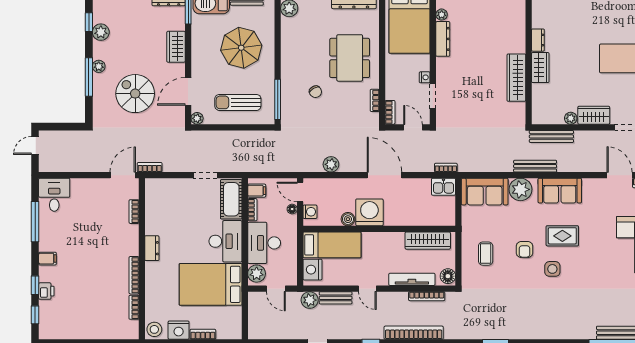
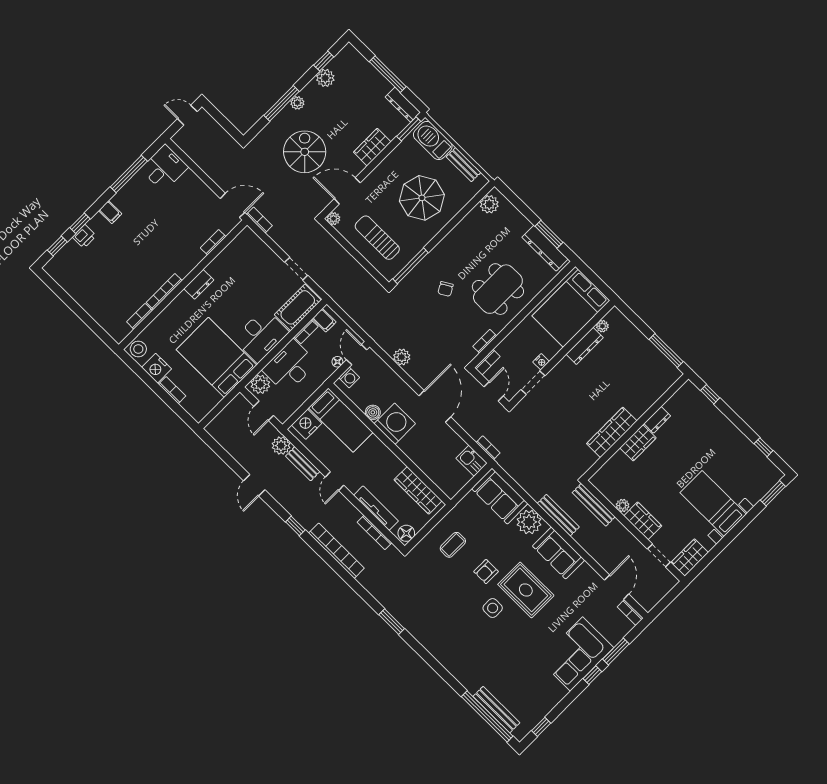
rug: (562, 236) -> (526, 590), width x1.36, depth x1.43

